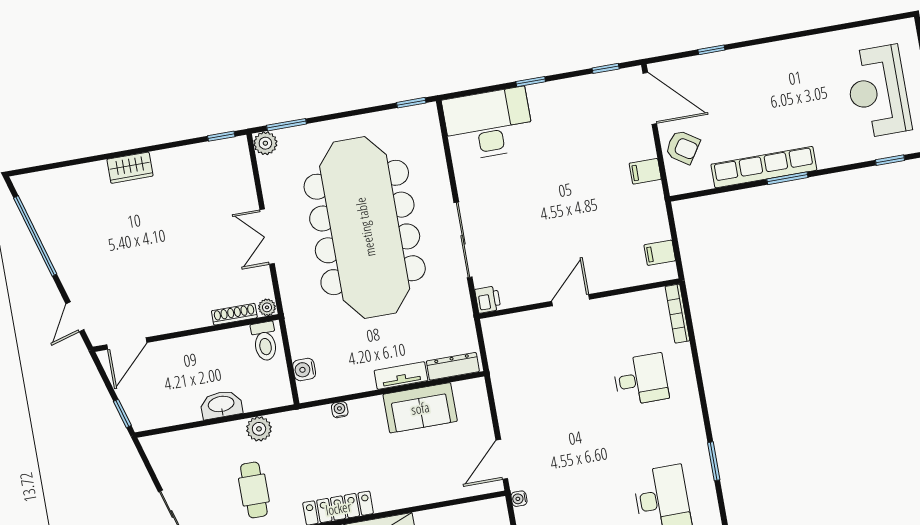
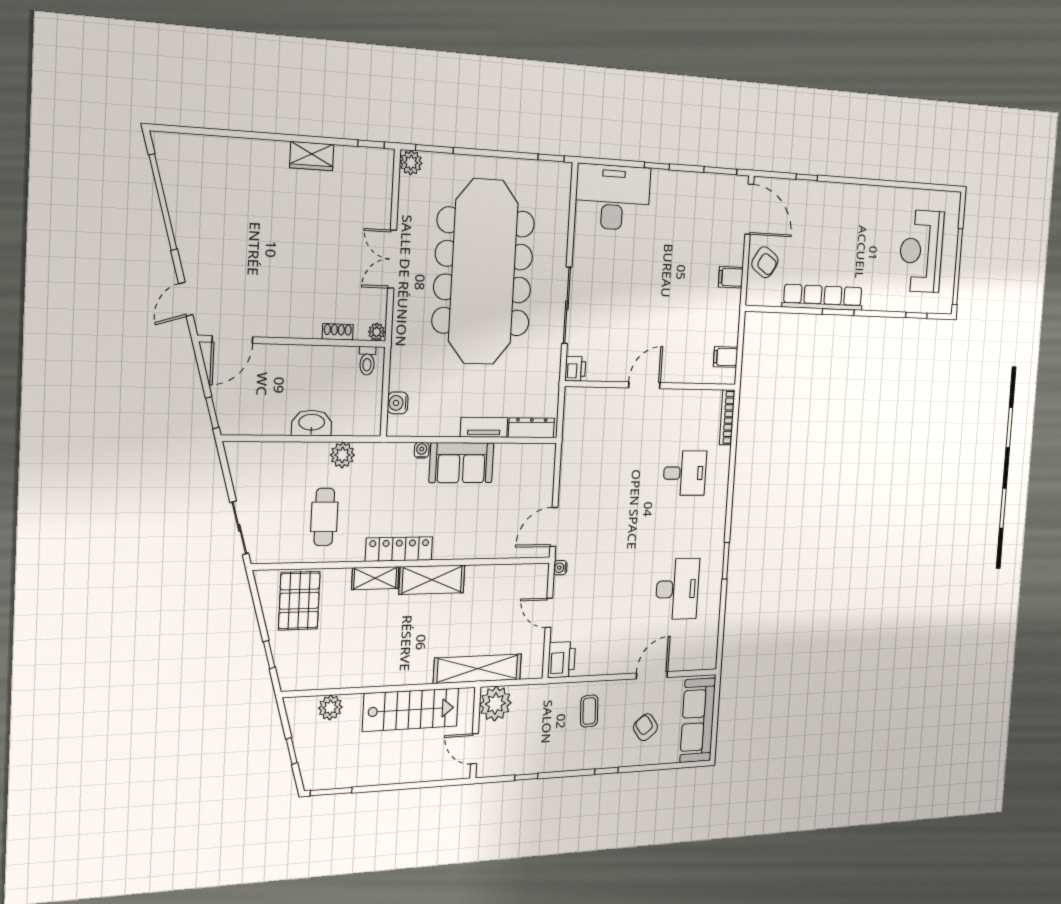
window: (606, 68) -> (720, 171), width x1.50
wardrobe: (130, 168) -> (312, 156), moved
shoe rack: (234, 314) -> (338, 332), width x0.70
toilet: (265, 341) -> (367, 361), width x0.73, depth x0.72
sofa: (420, 408) -> (461, 463), moved

